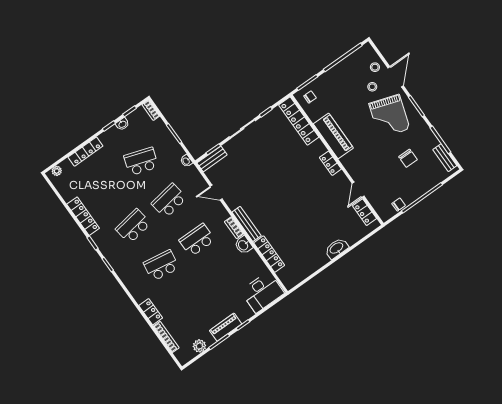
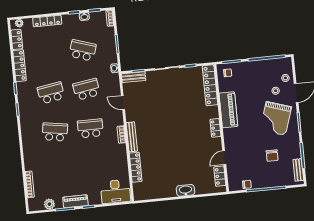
washbasin: (243, 245) -> (121, 151), removed
locker: (151, 312) -> (17, 39), moved

